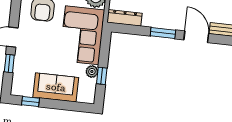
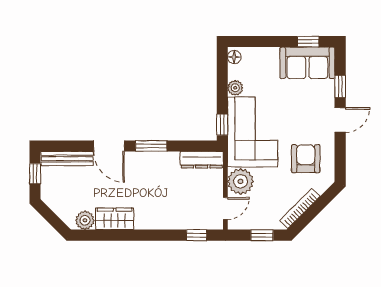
window: (102, 76) -> (222, 125), moved
sofa: (56, 87) -> (307, 63), moved
floor lamp: (90, 96) -> (234, 57), added

